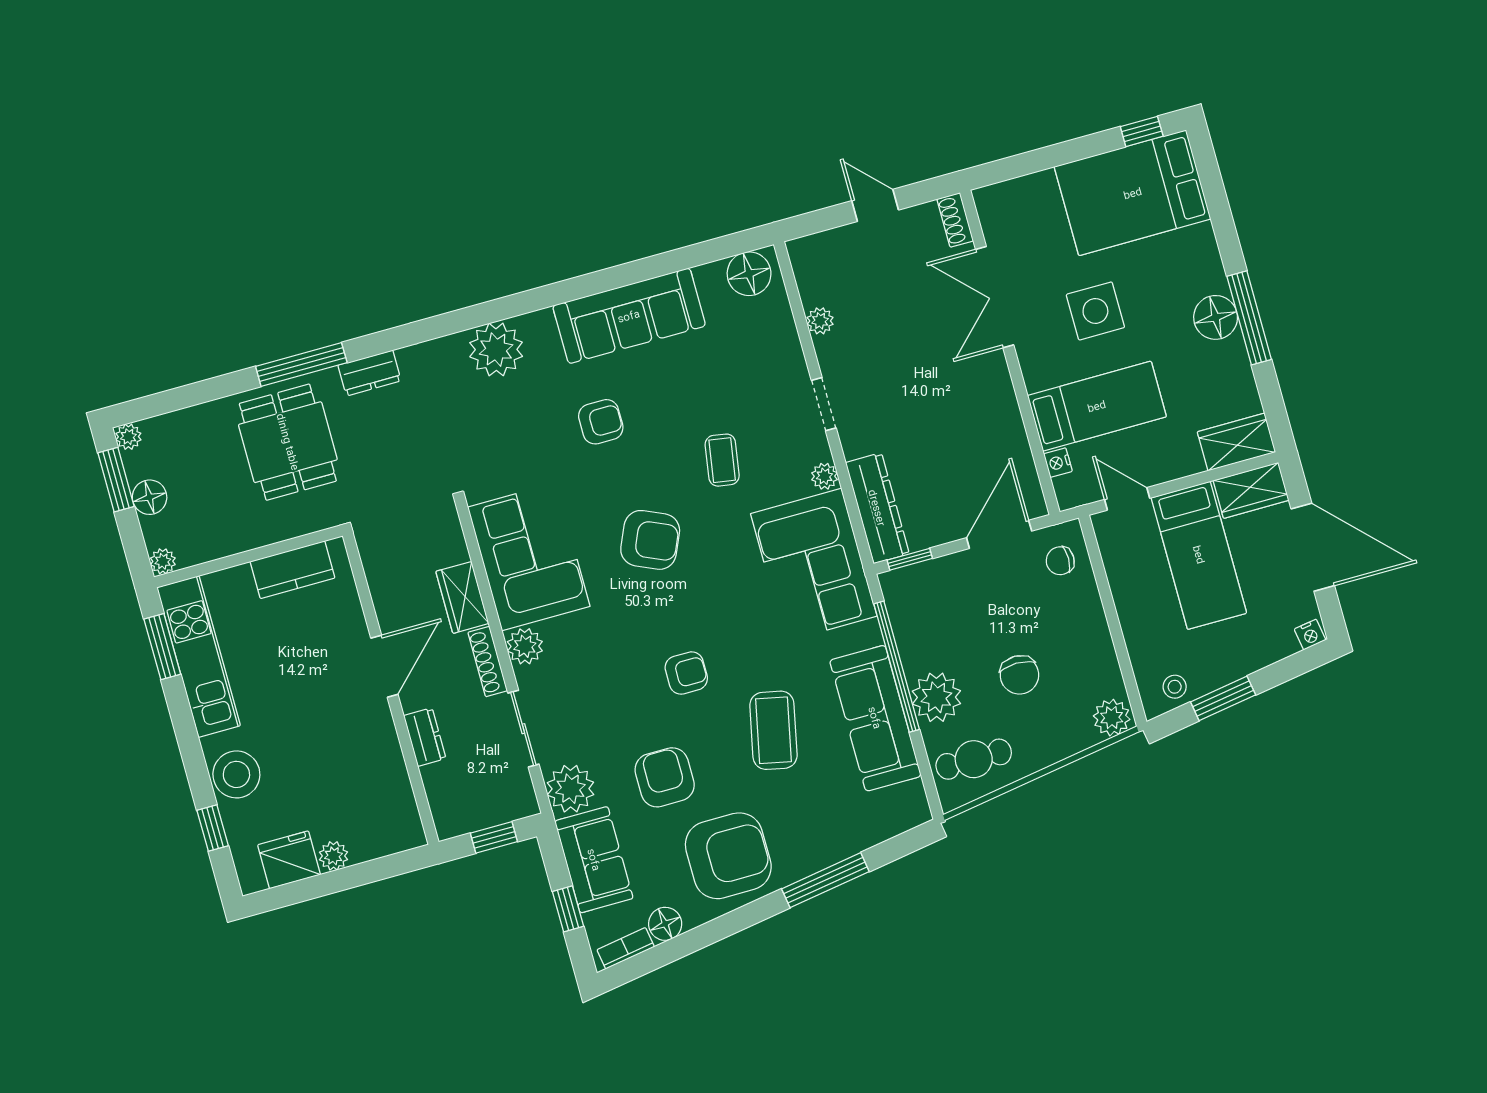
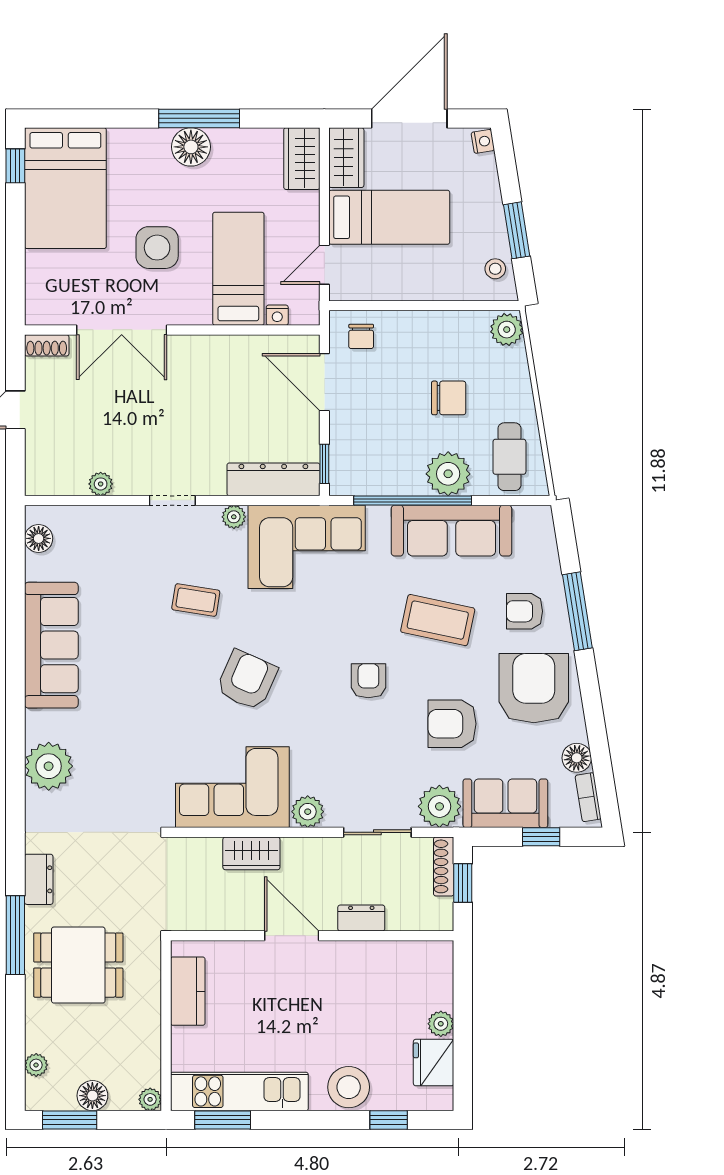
floor lamp: (749, 274) -> (39, 538), width x0.73, depth x0.73
armchair: (601, 422) -> (525, 611), moved, turned -90
plant: (128, 437) -> (36, 1065), moved
shoe rack: (488, 662) -> (444, 866), moved, turned 90

